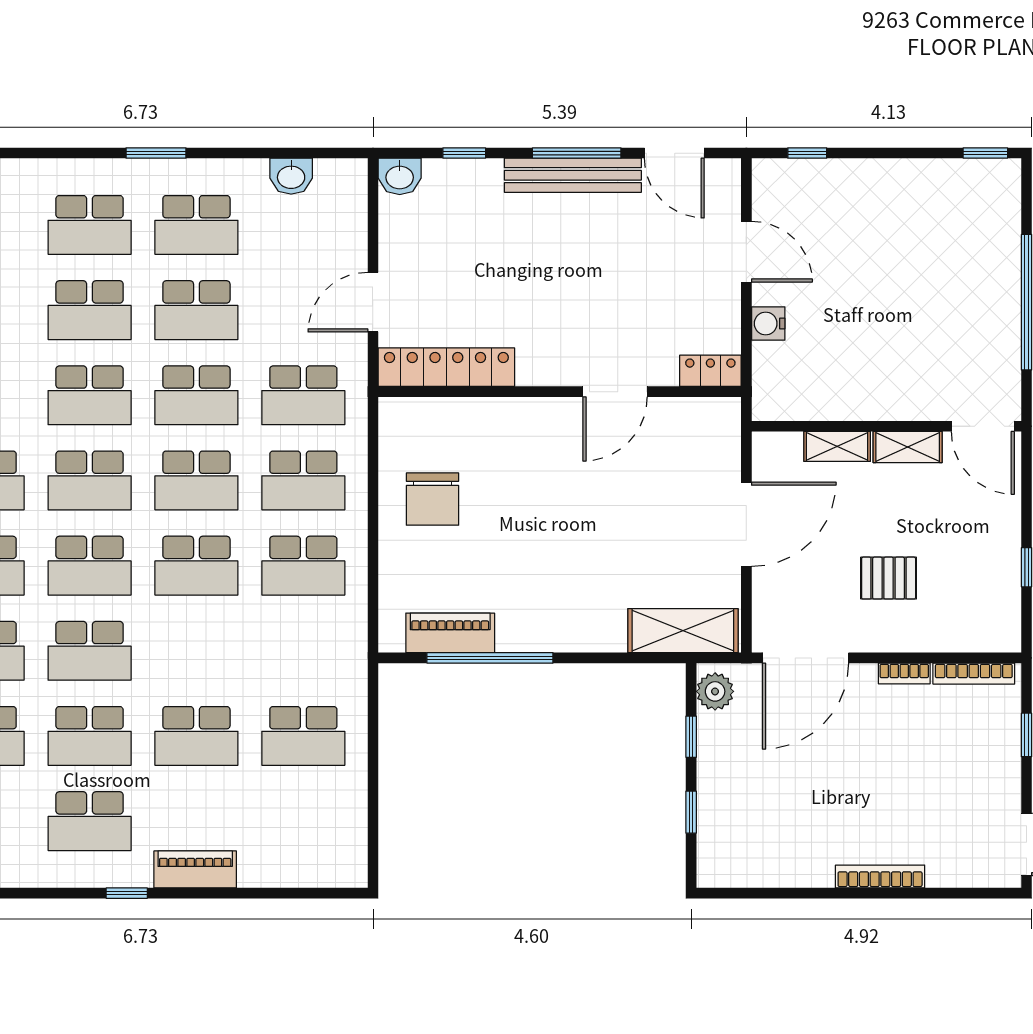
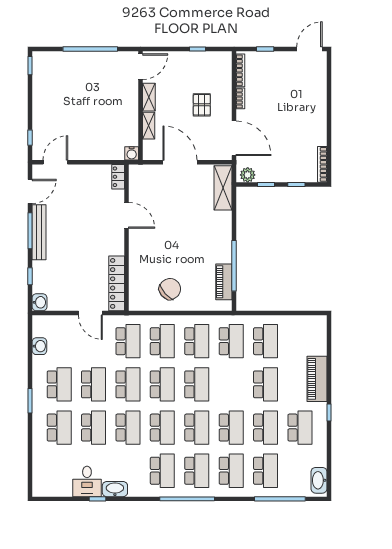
door: (746, 252) -> (55, 162), moved
water cooler: (768, 323) -> (132, 153), moved
chair: (433, 499) -> (170, 289), turned -41
school desk: (303, 651) -> (231, 341), added
piano: (195, 869) -> (317, 379), width x1.37, depth x1.33
bookcase: (880, 876) -> (322, 164), moved

